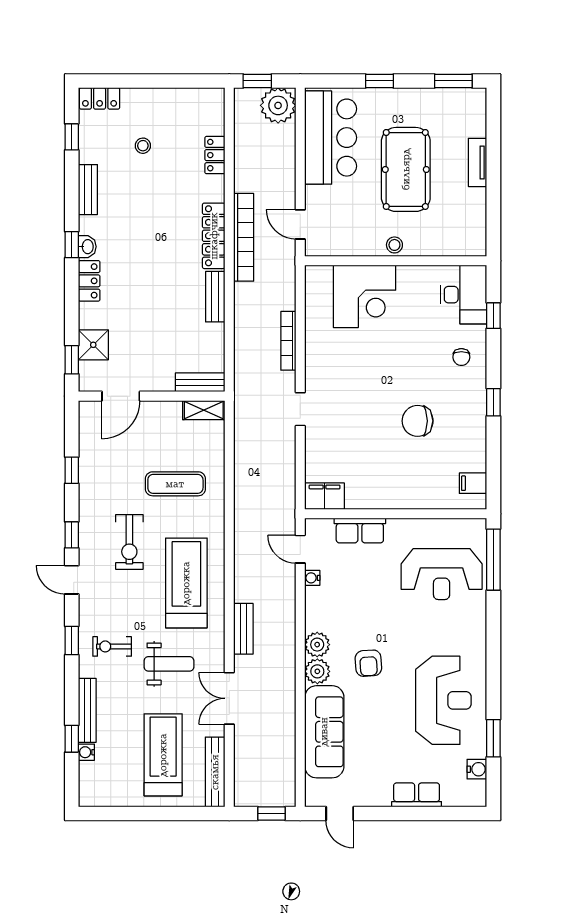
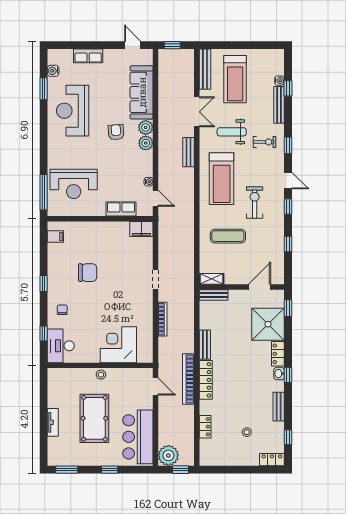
shower: (93, 345) -> (268, 324), width x1.86, depth x1.86
reception desk: (442, 574) -> (74, 184), turned 180

